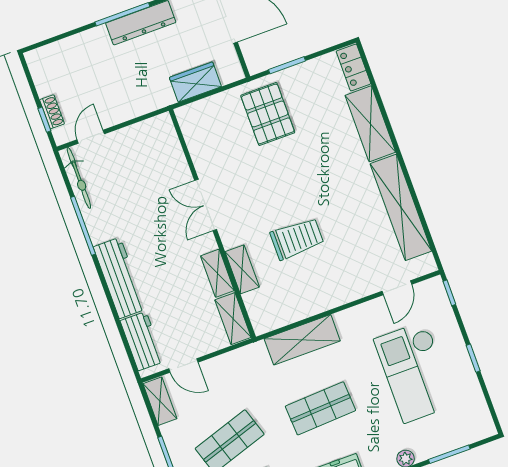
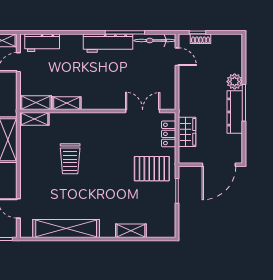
plant: (96, 39) -> (235, 82), added
locker: (353, 67) -> (169, 134), moved, turned -90
shelving: (370, 124) -> (131, 231), width x0.67, depth x0.75
double door: (206, 205) -> (143, 111), moved
shelving: (242, 269) -> (34, 119), moved
workbench: (120, 278) -> (108, 43), moved

